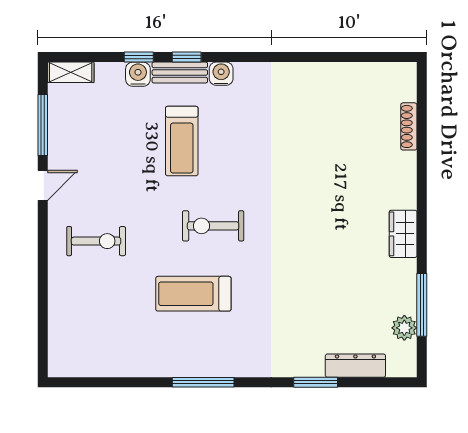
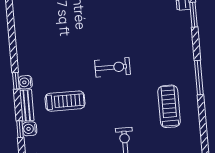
window: (187, 57) -> (16, 81), moved
exercise bike: (213, 226) -> (113, 67), moved, turned -90
treadmill: (193, 294) -> (169, 106), moved, turned 180

